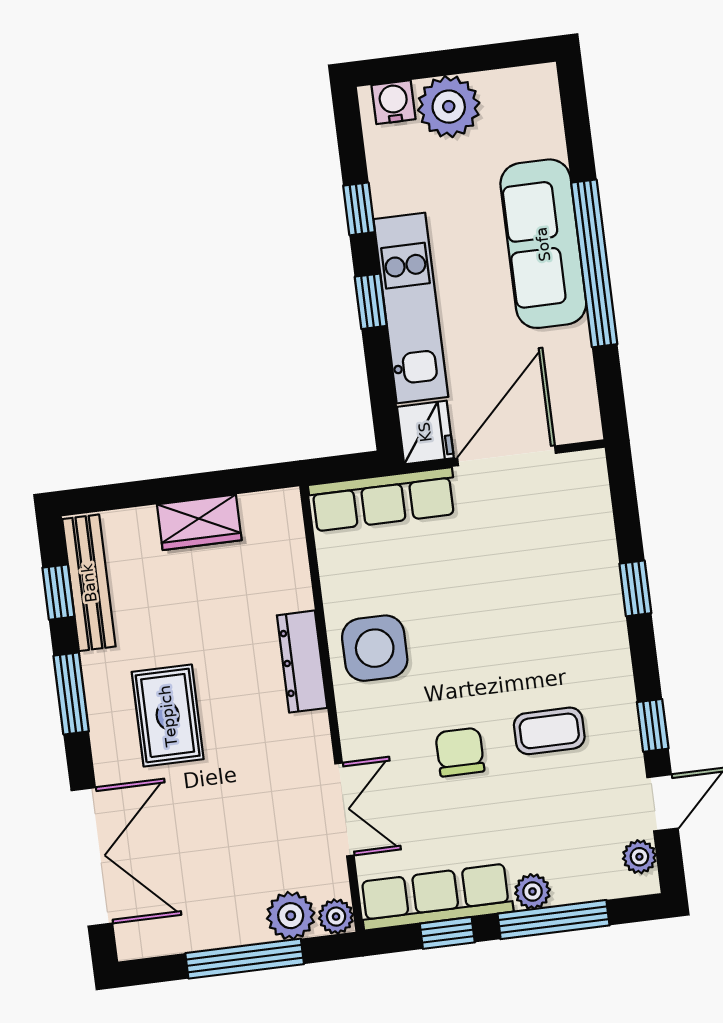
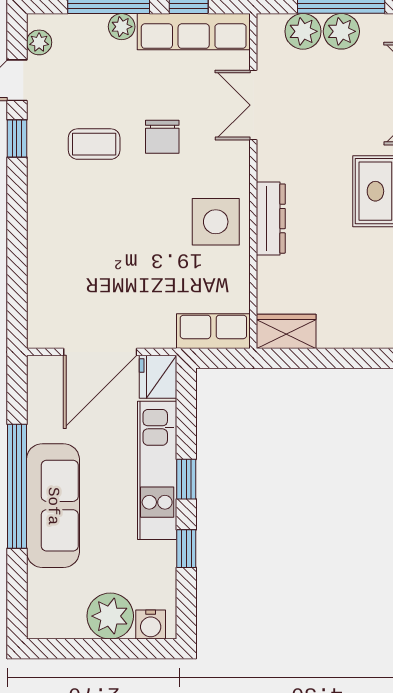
row of seats: (383, 499) -> (213, 331), width x0.68
wardrobe: (199, 522) -> (286, 331), moved
window: (635, 588) -> (17, 242), removed
plant: (336, 917) -> (341, 31), moved, width x1.38, depth x1.38

